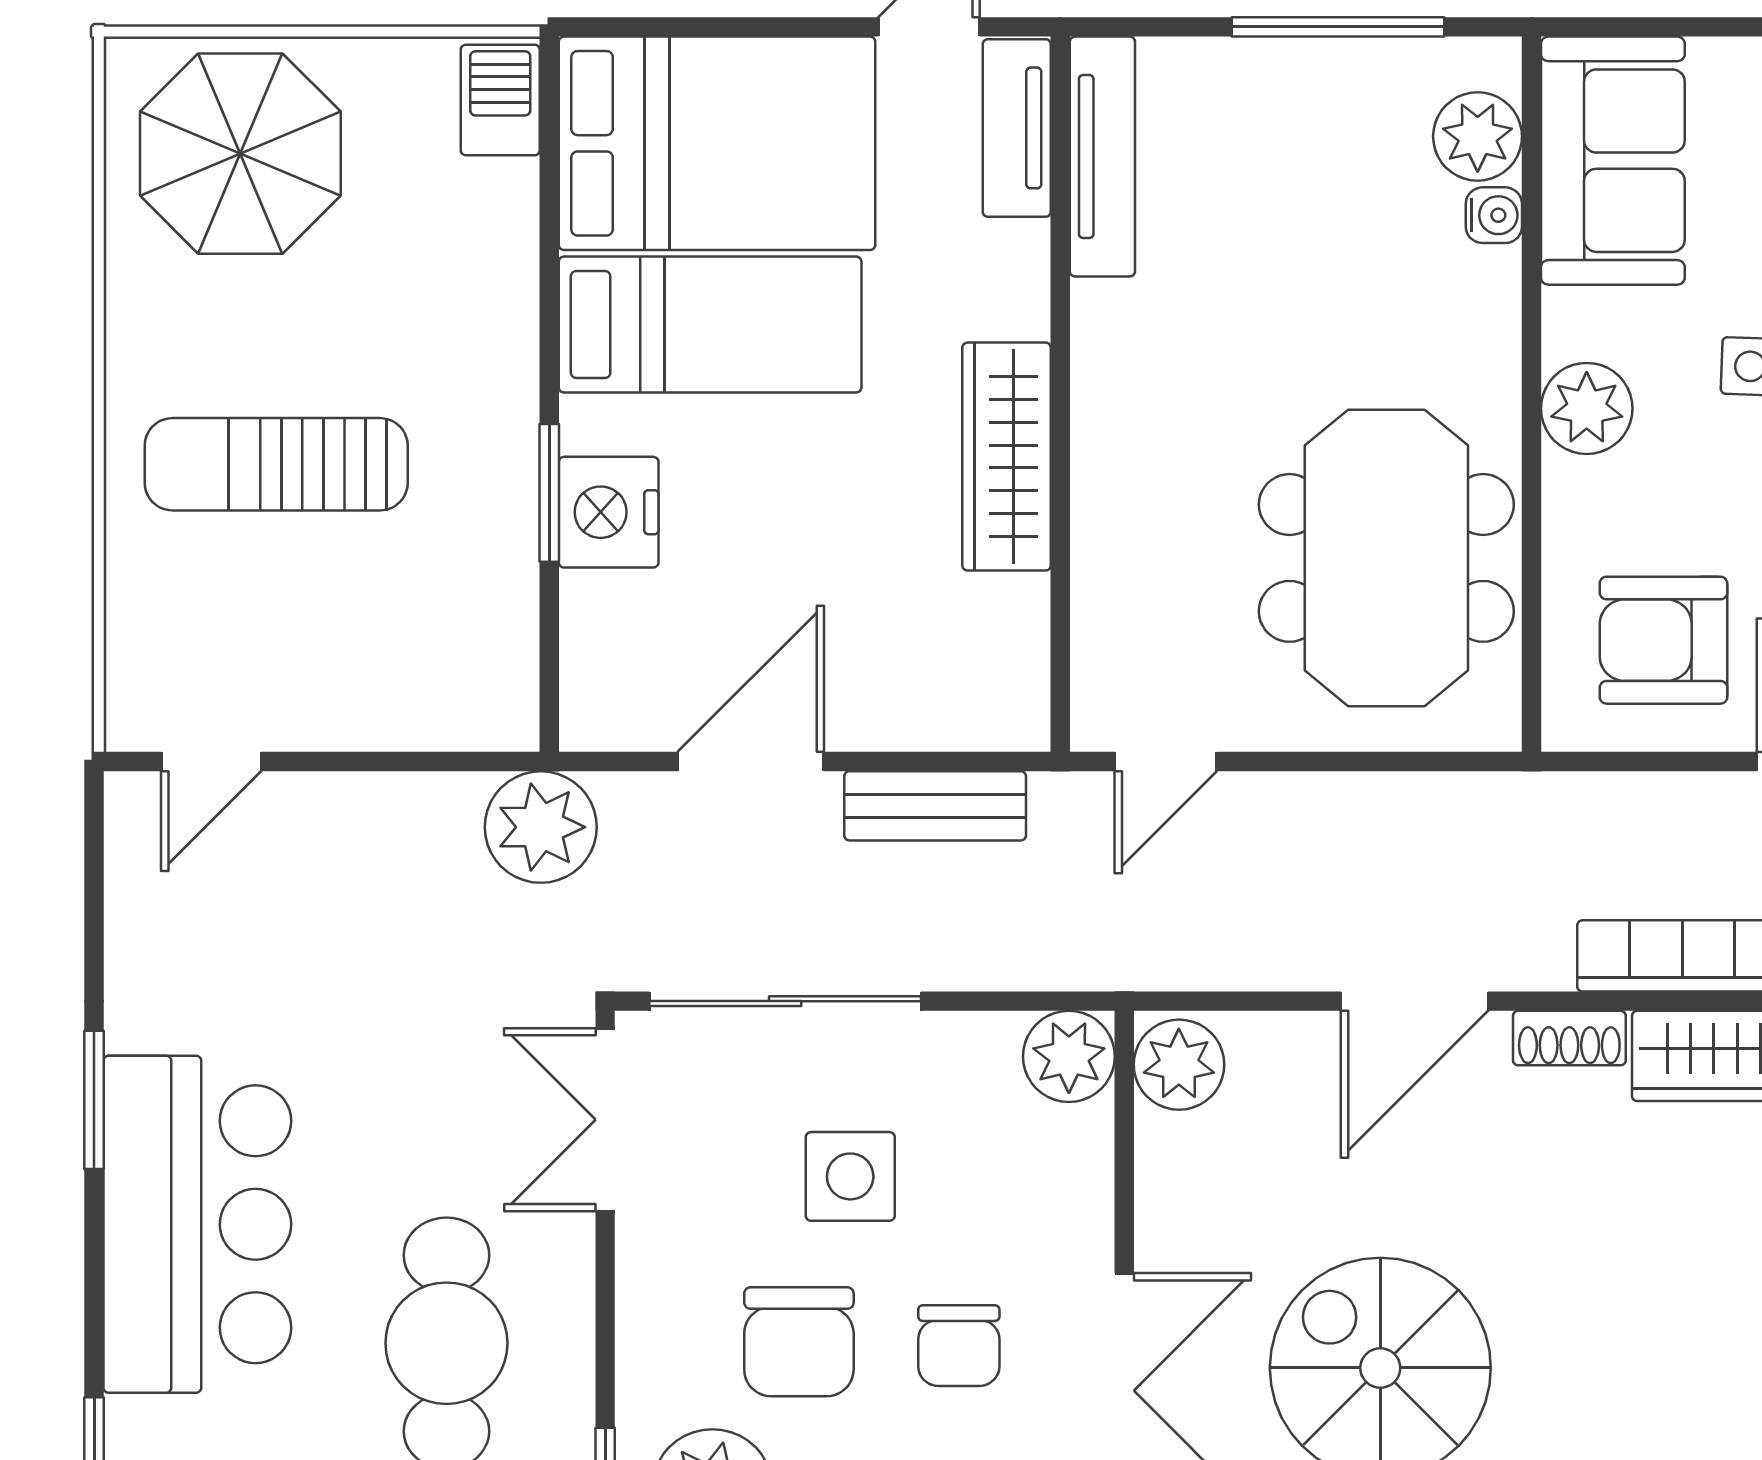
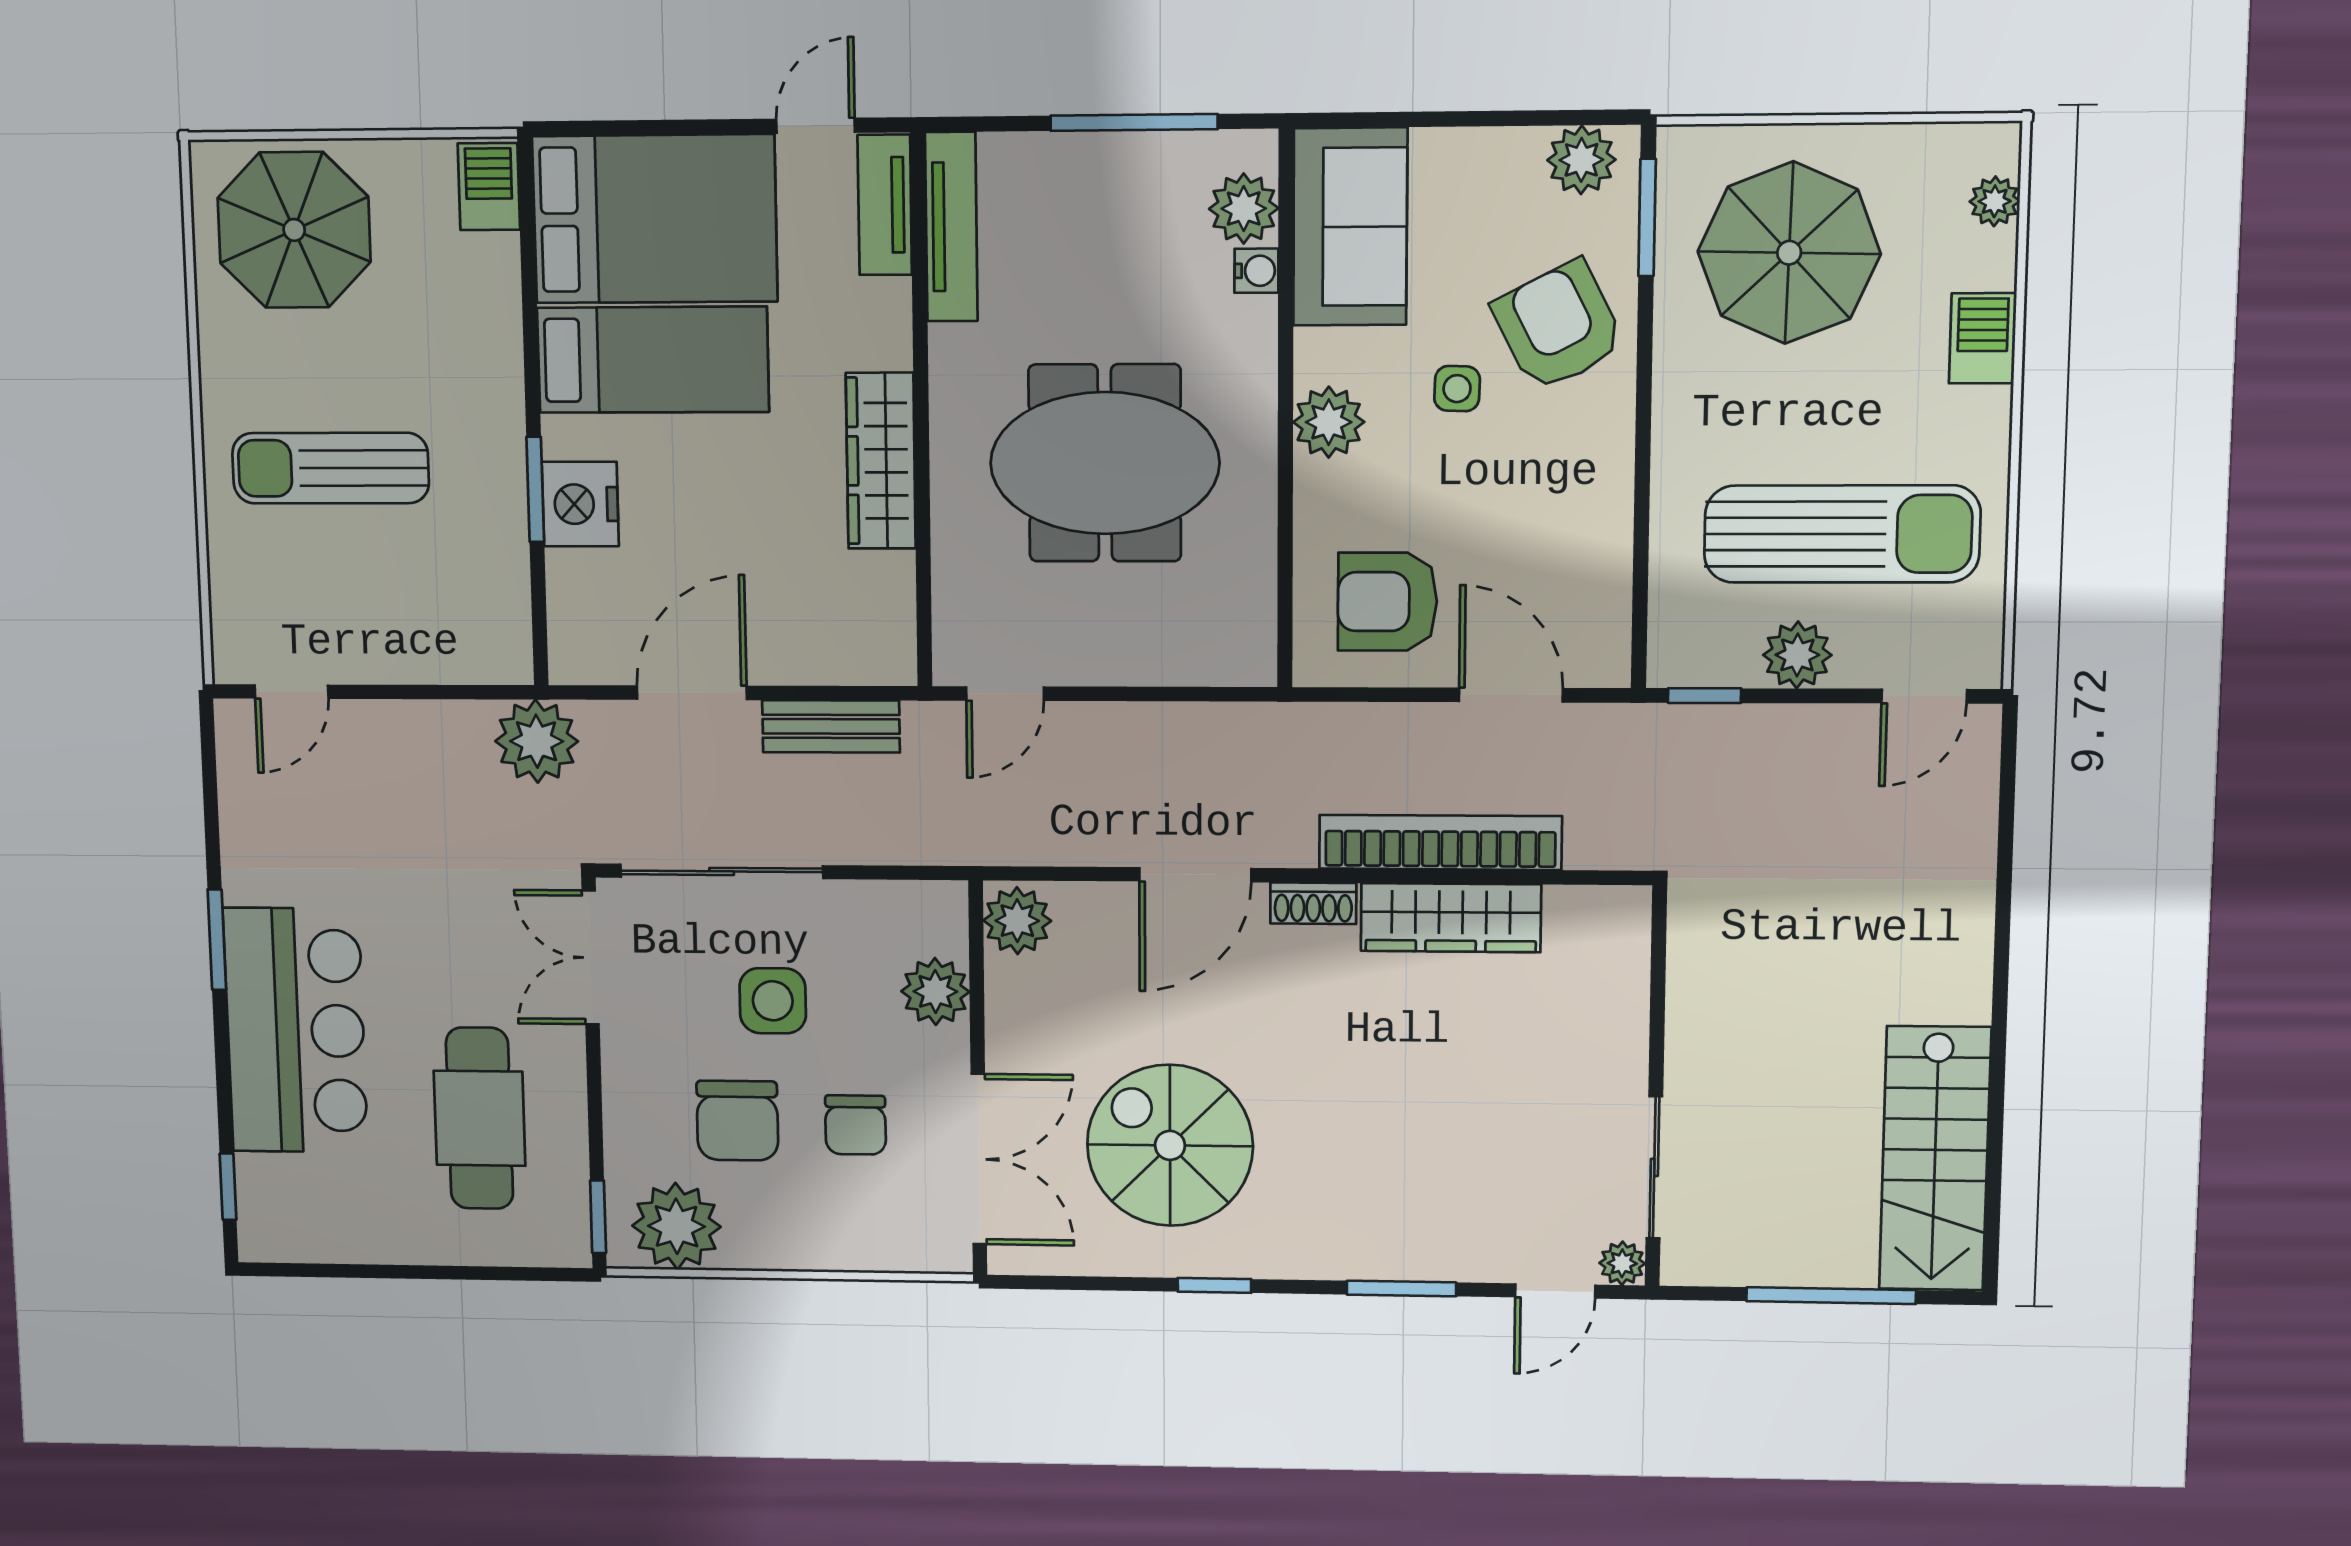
meeting table: (1386, 558) -> (1105, 463), moved, turned 90
plant: (1069, 1056) -> (935, 992), moved

